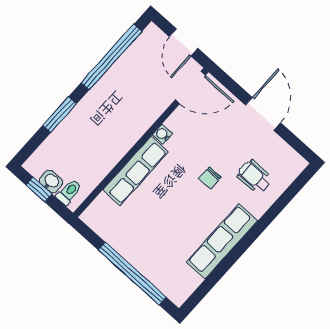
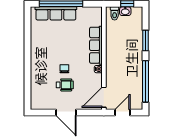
door: (184, 42) -> (122, 113), hinge flipped
wheelchair: (255, 177) -> (65, 85), moved
row of seats: (222, 241) -> (56, 13), moved, turned 90

